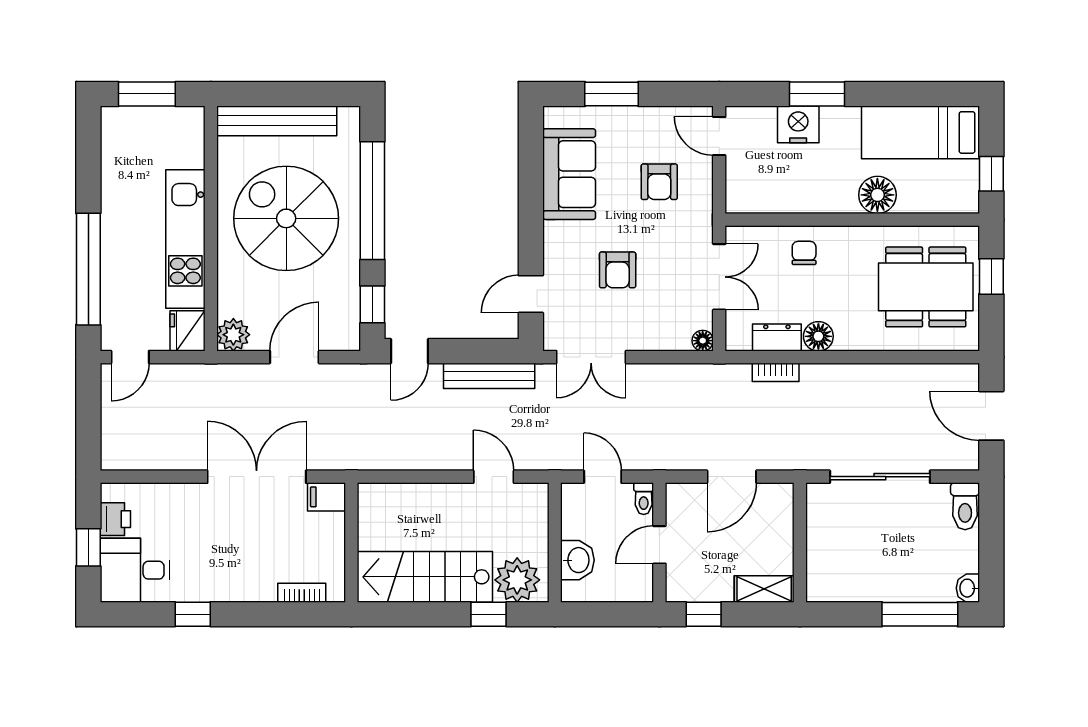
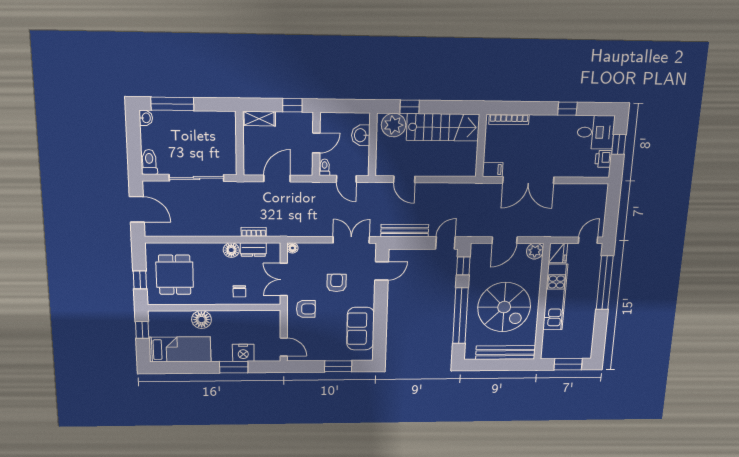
armchair: (659, 182) -> (306, 309), moved, turned 90
dining table: (926, 287) -> (175, 275), width x0.73
bookcase: (302, 593) -> (509, 119), width x1.56

